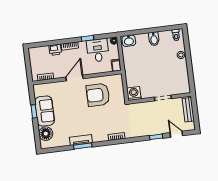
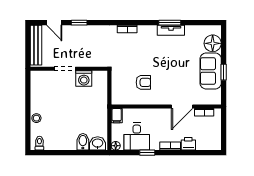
bidet: (154, 39) -> (83, 142), moved
door: (75, 78) -> (182, 107), moved
washing machine: (134, 94) -> (84, 78), moved
armchair: (98, 95) -> (143, 82), width x0.53, depth x0.53
bench: (188, 110) -> (36, 45), width x1.36

